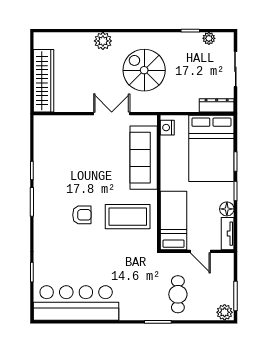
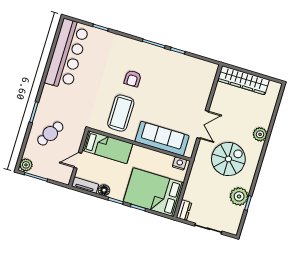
plant: (209, 38) -> (239, 196), moved, width x1.88, depth x1.88
dresser: (217, 105) -> (184, 210), width x0.70
cafe table: (178, 294) -> (50, 134), turned -58

